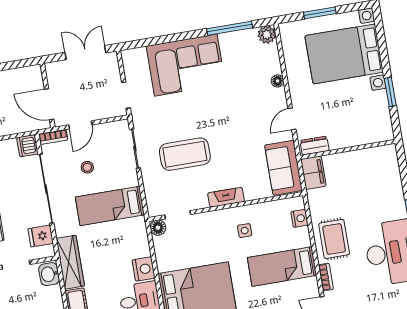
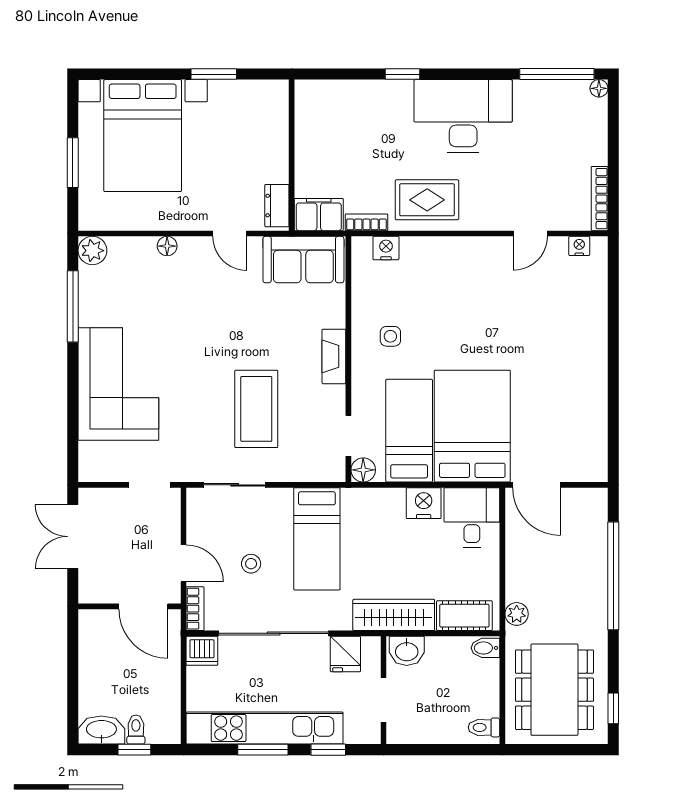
door: (49, 104) -> (143, 606), hinge flipped
bed: (282, 267) -> (409, 431), moved, turned 180
bookcase: (326, 277) -> (366, 222), moved

